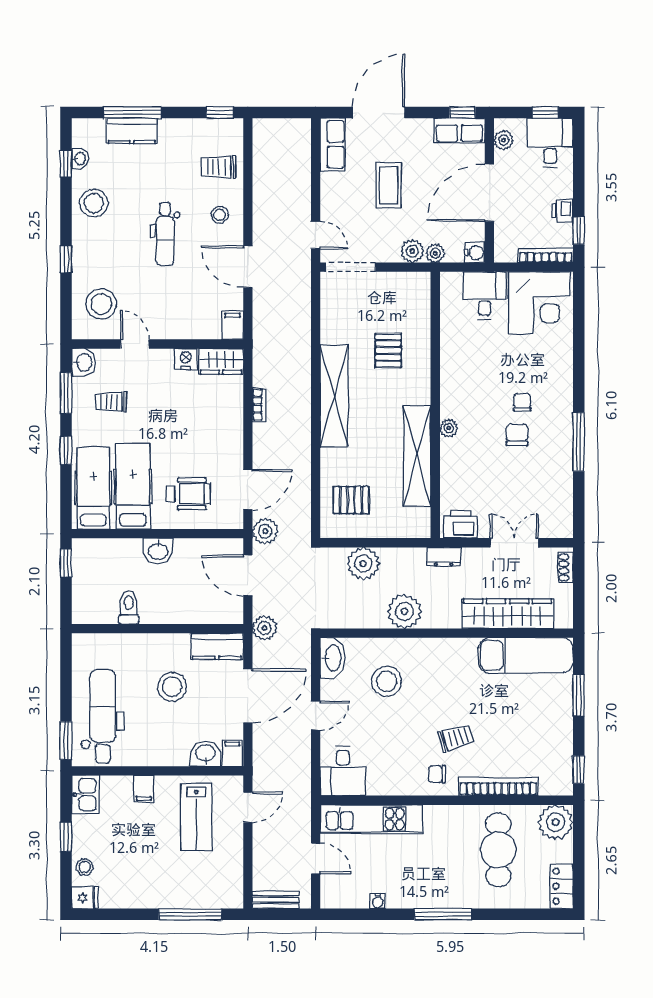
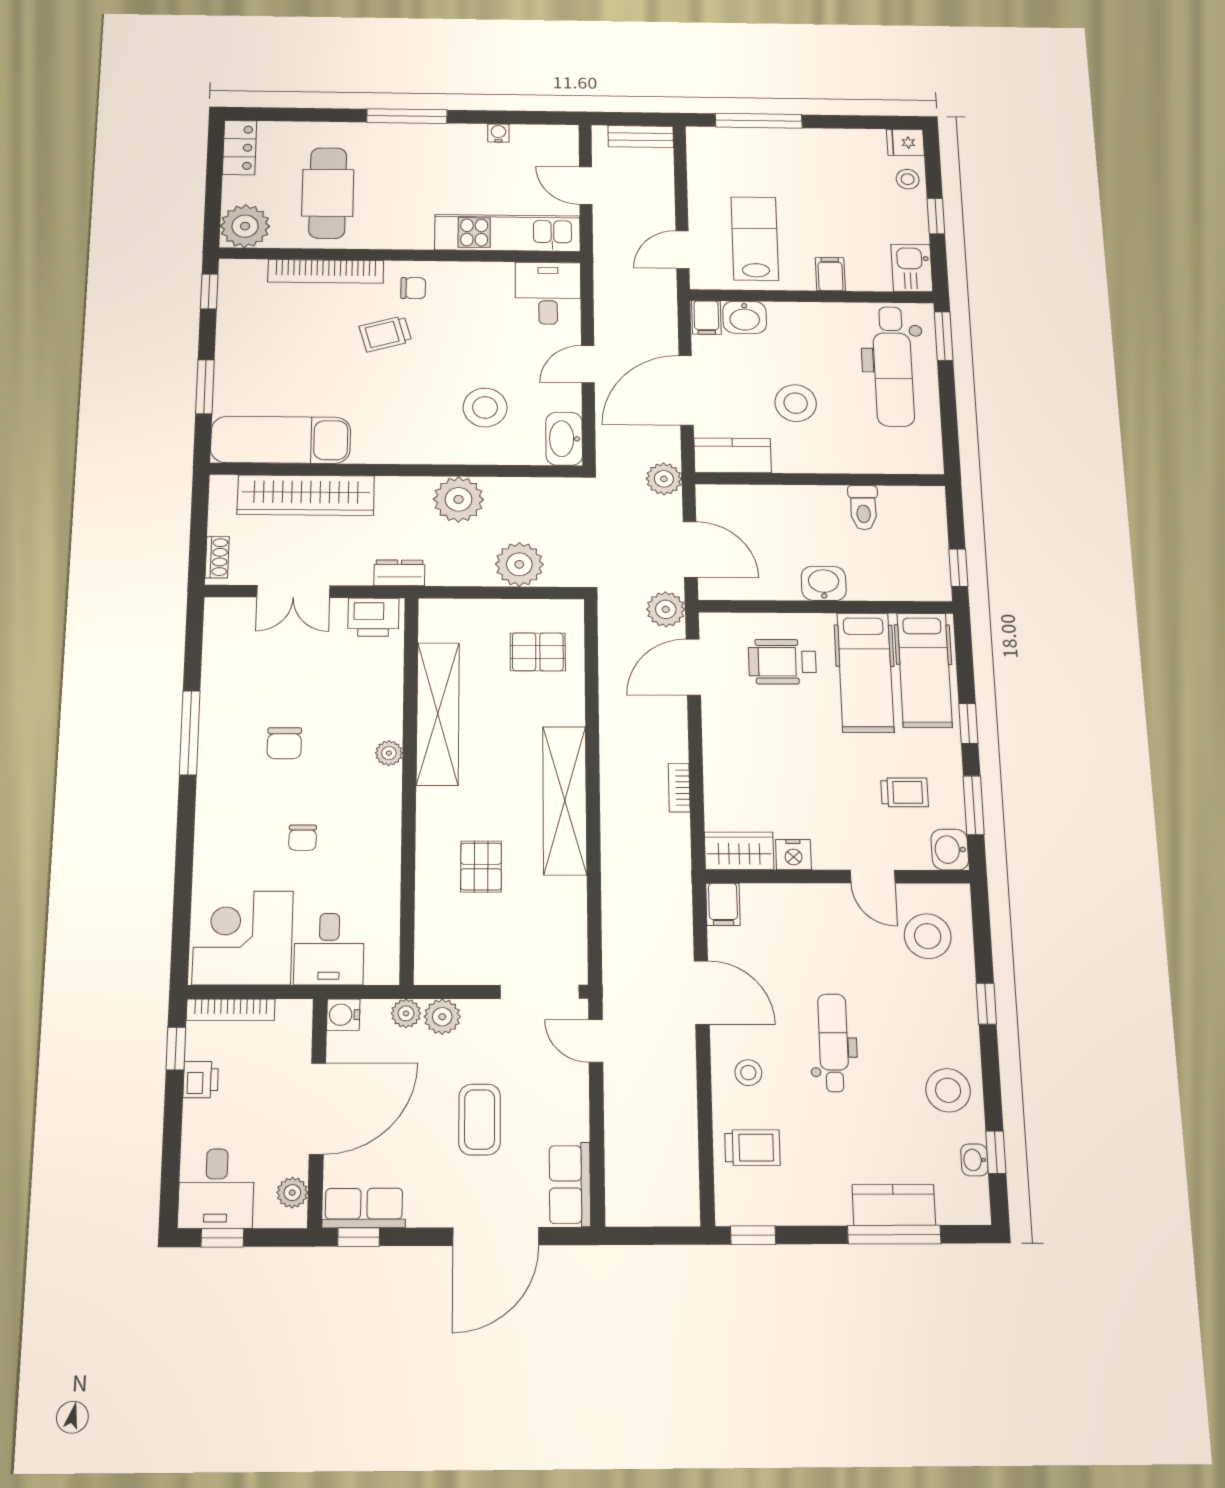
chair: (522, 402) -> (303, 838), moved

